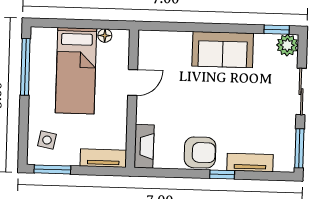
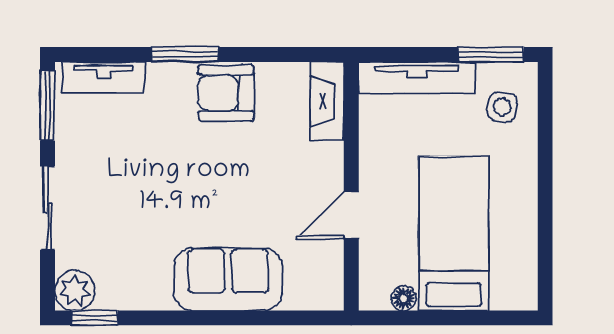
sofa: (223, 50) -> (228, 279), moved
window: (25, 67) -> (545, 237), removed
tv unit: (103, 158) -> (417, 78), width x1.41
tv unit: (250, 162) -> (104, 78), moved
window: (222, 174) -> (185, 54), width x1.50

